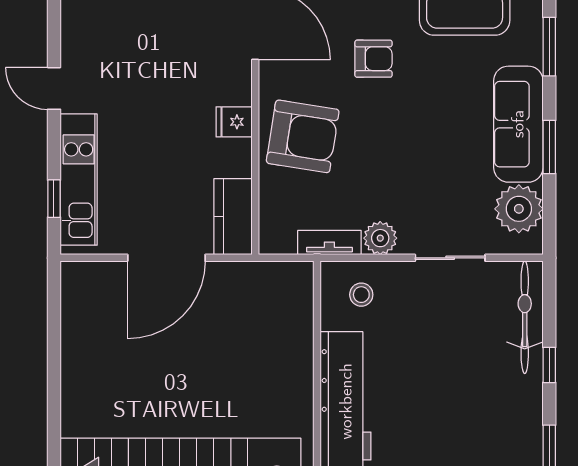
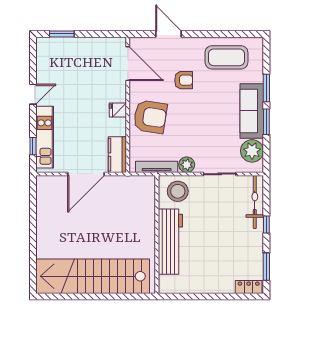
window: (549, 47) -> (266, 88), moved
door: (54, 88) -> (33, 94), swing flipped
tv unit: (329, 243) -> (157, 167), width x1.41
stool: (361, 295) -> (178, 191), width x1.89, depth x1.89

